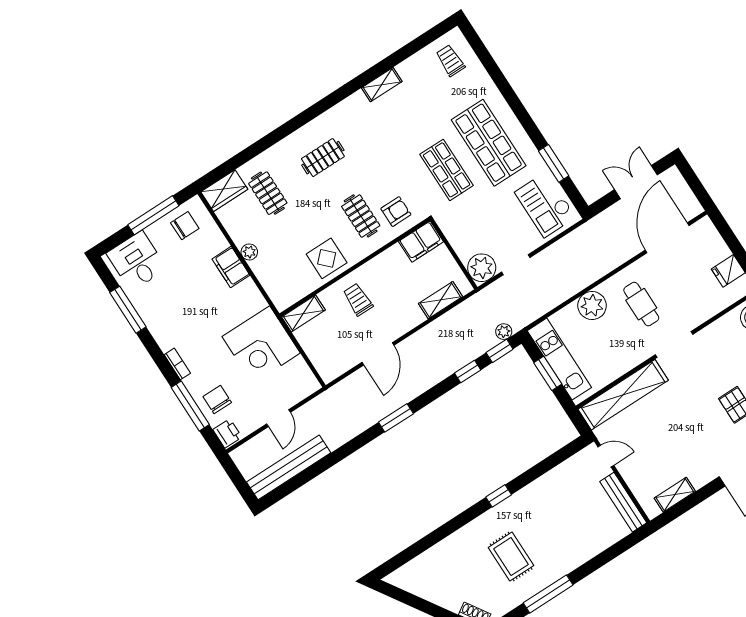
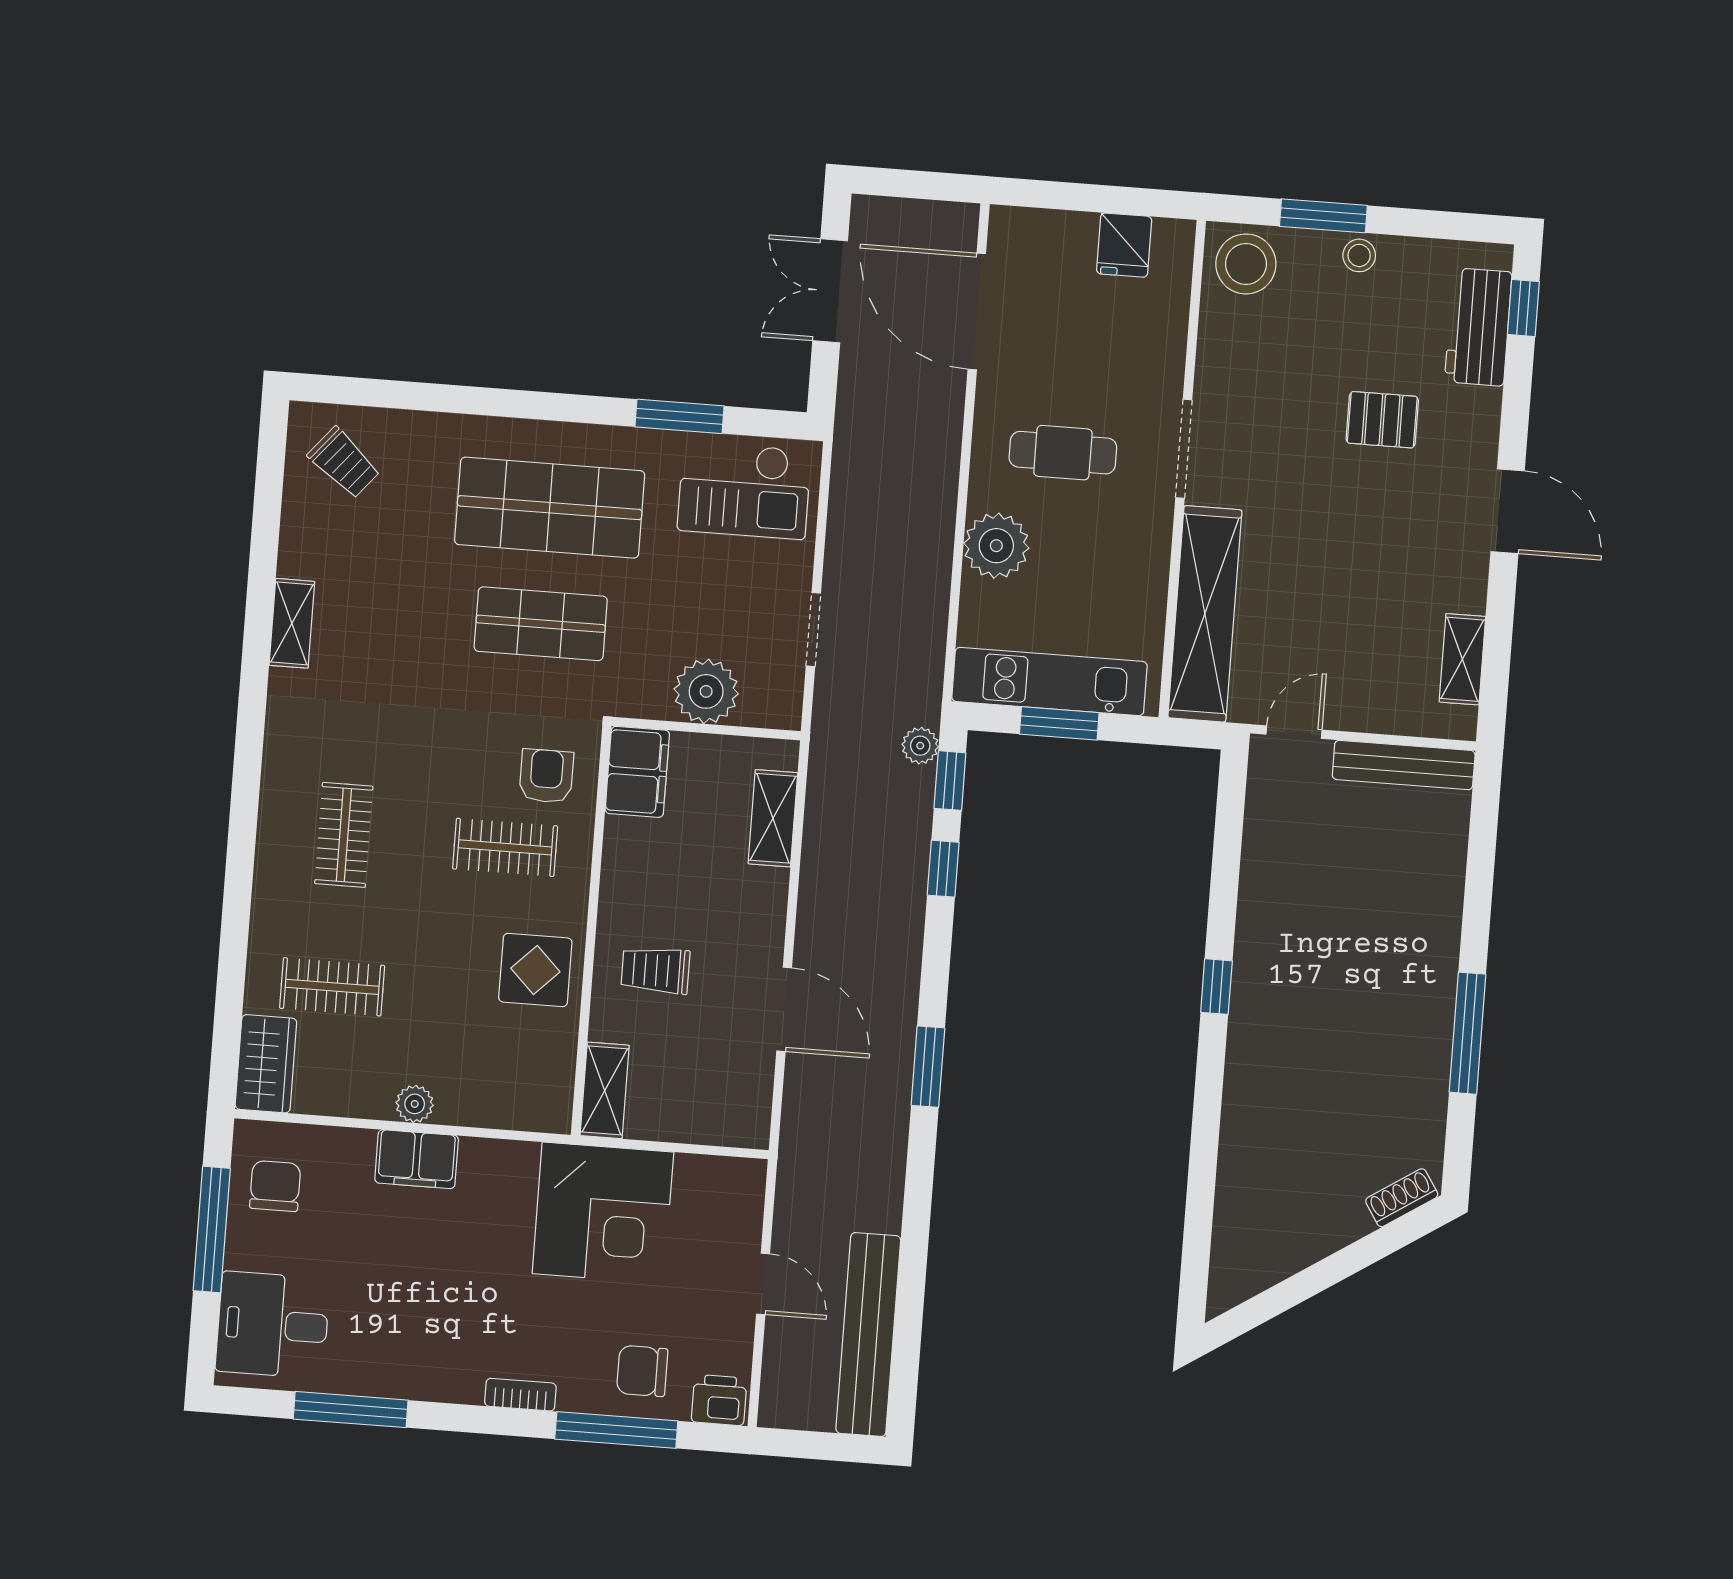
trolley: (450, 61) -> (344, 463), turned -140
plant: (482, 268) -> (706, 691), moved
rug: (511, 557) -> (1346, 1049), removed

